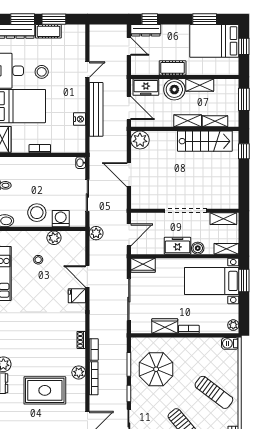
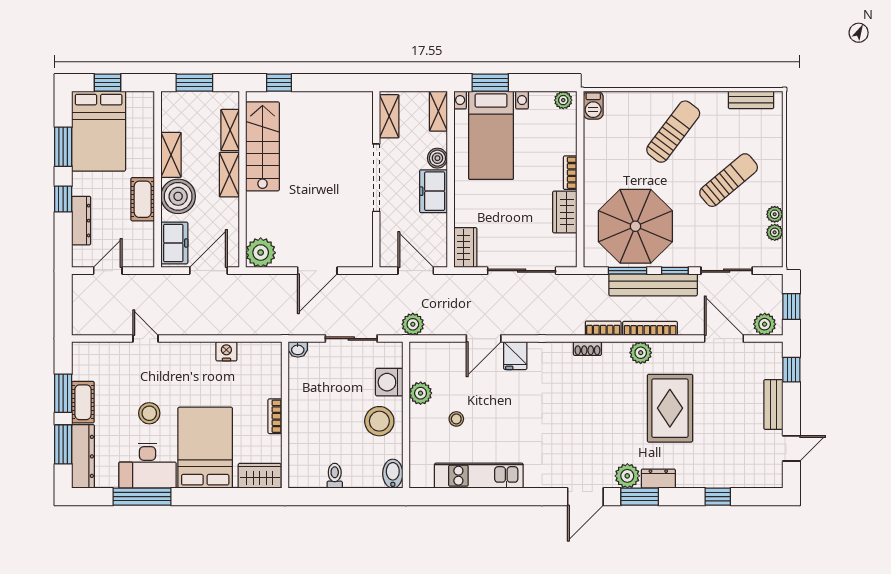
window: (150, 19) -> (63, 199), moved
dresser: (146, 30) -> (81, 221), moved
bench: (96, 109) -> (653, 285), moved
parasol: (156, 369) -> (635, 226), width x1.36, depth x1.36

